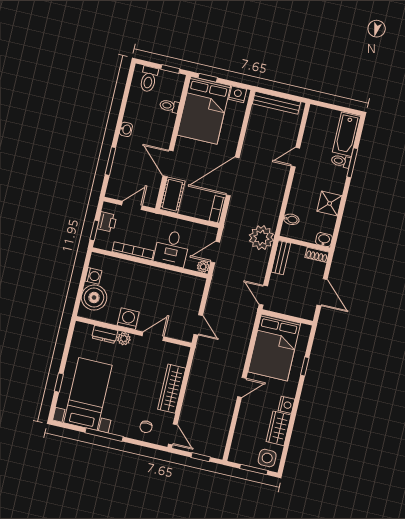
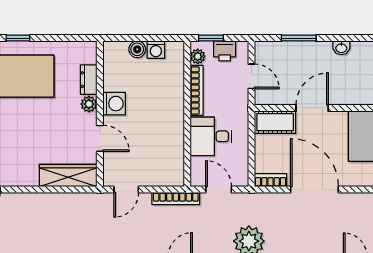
plant: (203, 267) -> (198, 56), moved
bookcase: (214, 287) -> (176, 199), added
boiler: (94, 298) -> (137, 49), width x0.54, depth x0.54
wardrobe: (172, 389) -> (68, 176), moved

